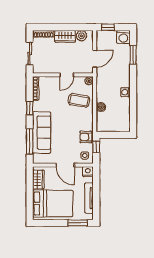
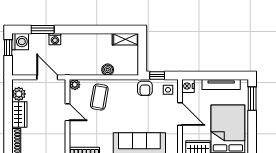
window: (108, 27) -> (8, 48), moved
washing machine: (125, 92) -> (55, 39), moved
shelving: (125, 121) -> (125, 39), added
door: (65, 165) -> (180, 114), hinge flipped

